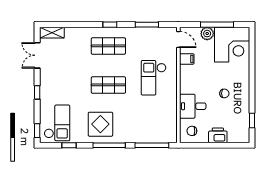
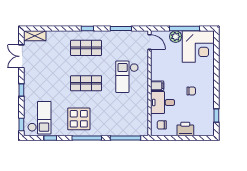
filing cabinet: (187, 59) -> (157, 86), moved

